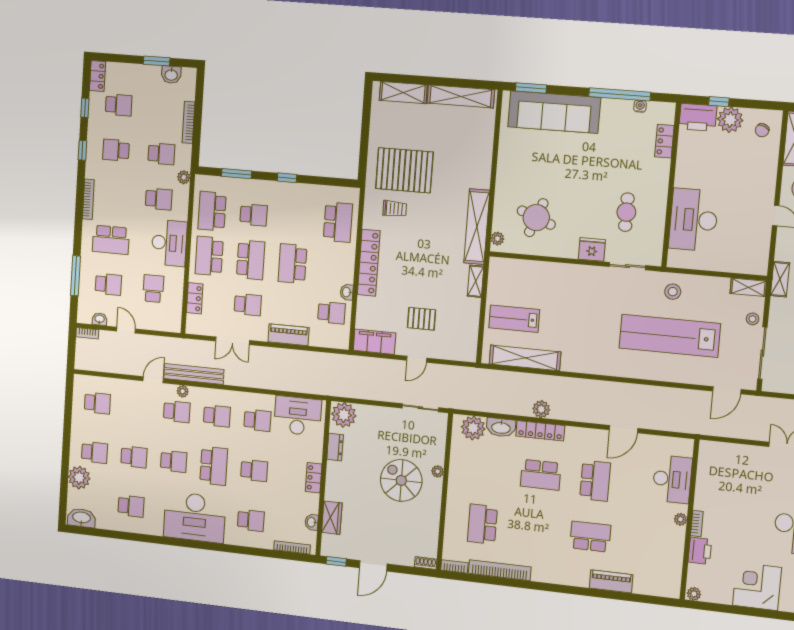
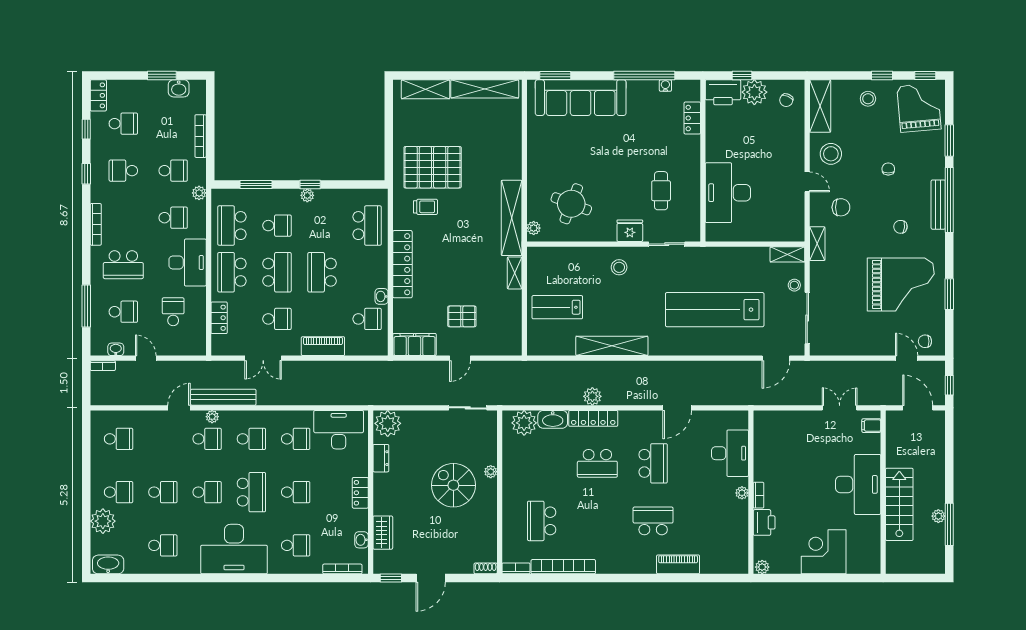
plant: (284, 188) -> (307, 195), added
stool: (673, 292) -> (619, 267), moved
shelving: (525, 358) -> (612, 346), moved

